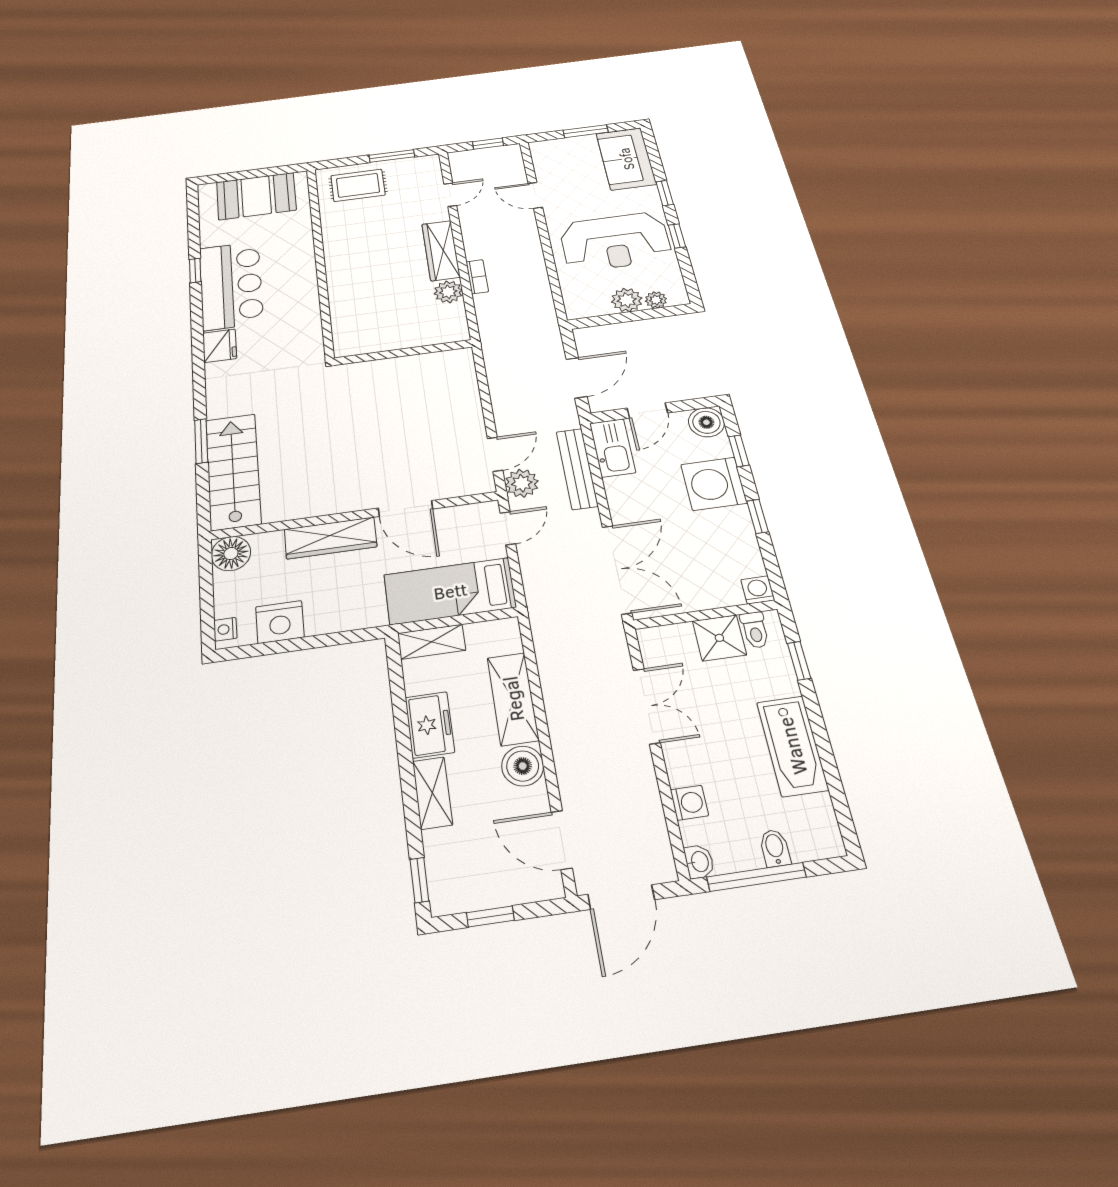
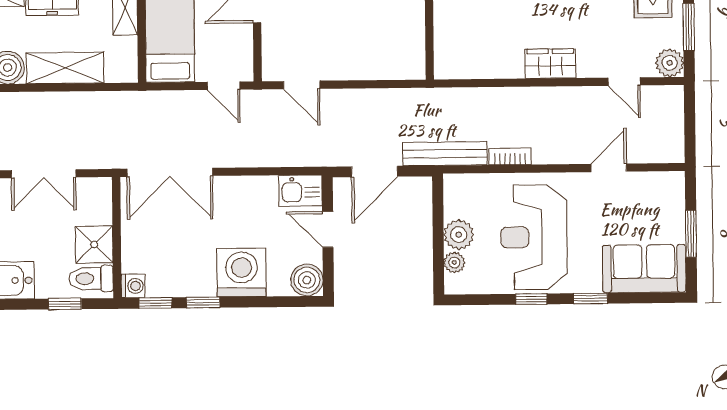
window: (488, 144) -> (690, 129), removed
wardrobe: (441, 250) -> (550, 64), width x0.67
bookcase: (477, 277) -> (510, 156), moved, turned 180
plant: (448, 292) -> (670, 63), moved
door: (577, 378) -> (374, 172), hinge flipped
kitchen sink: (612, 448) -> (300, 191), width x0.73
window: (739, 451) -> (156, 303), moved
bench: (577, 469) -> (445, 154), moved
plant: (522, 483) -> (267, 104), removed
toilet: (755, 630) -> (91, 279), width x1.37, depth x1.39

